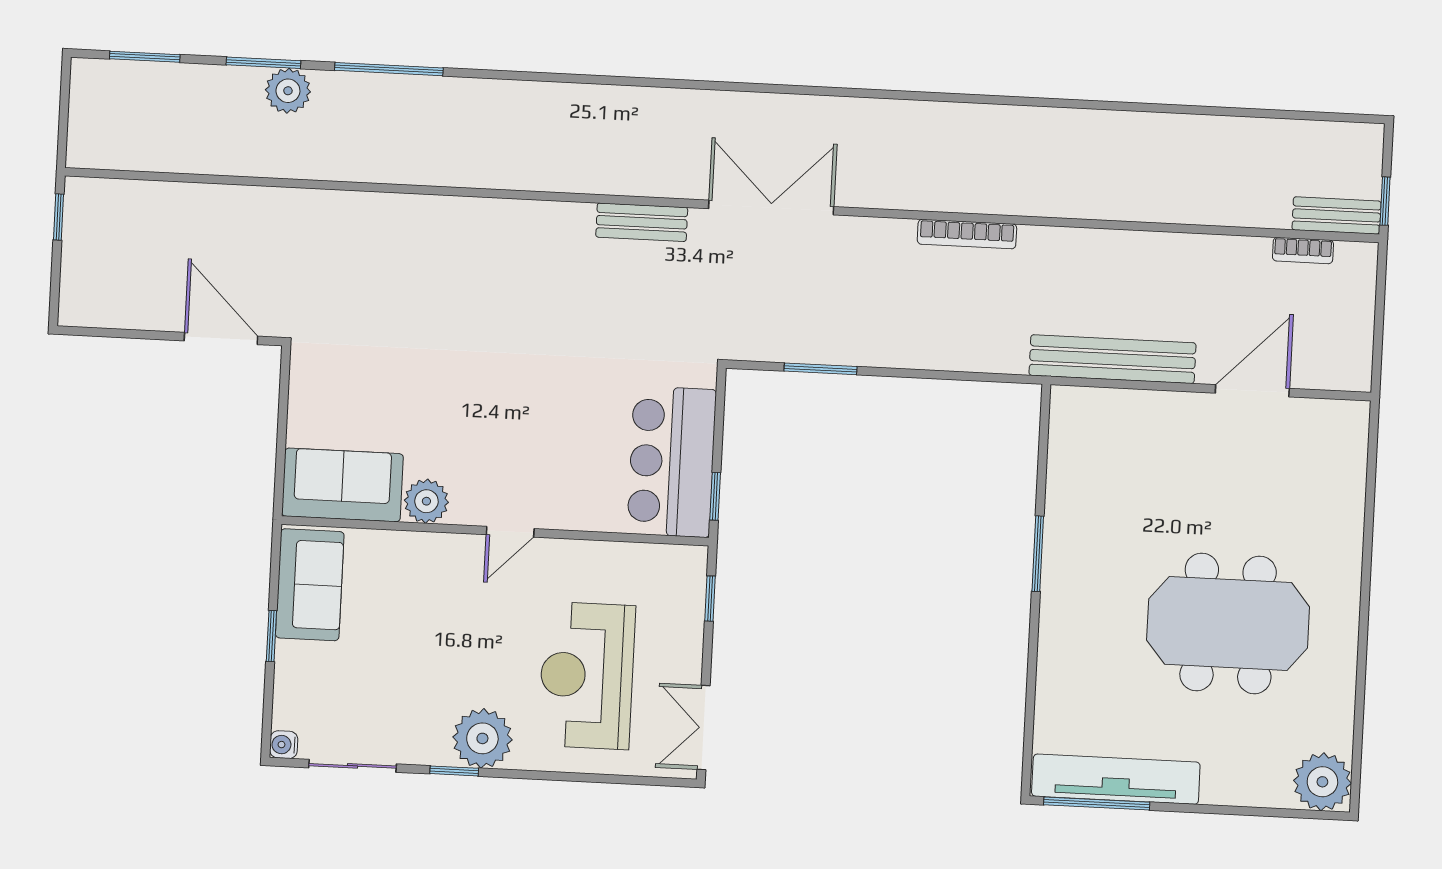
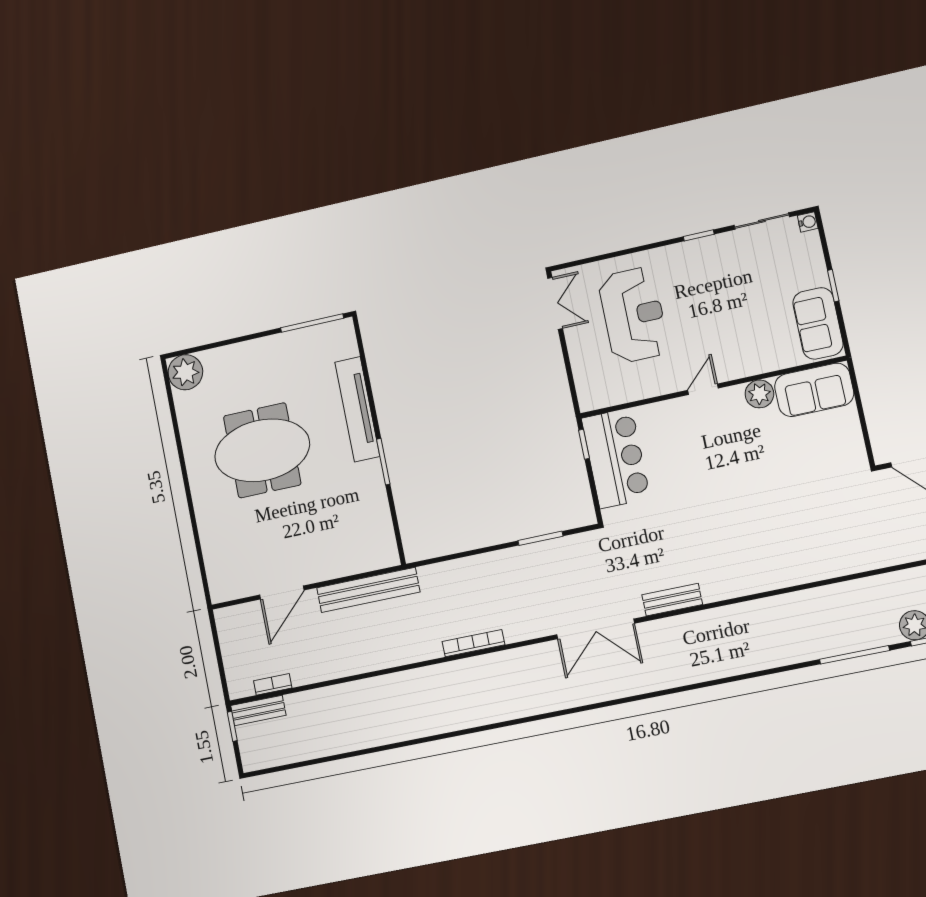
window: (710, 599) -> (571, 382), removed
plant: (482, 738) -> (687, 260), removed
tv unit: (1116, 779) -> (357, 409), moved, turned 90

